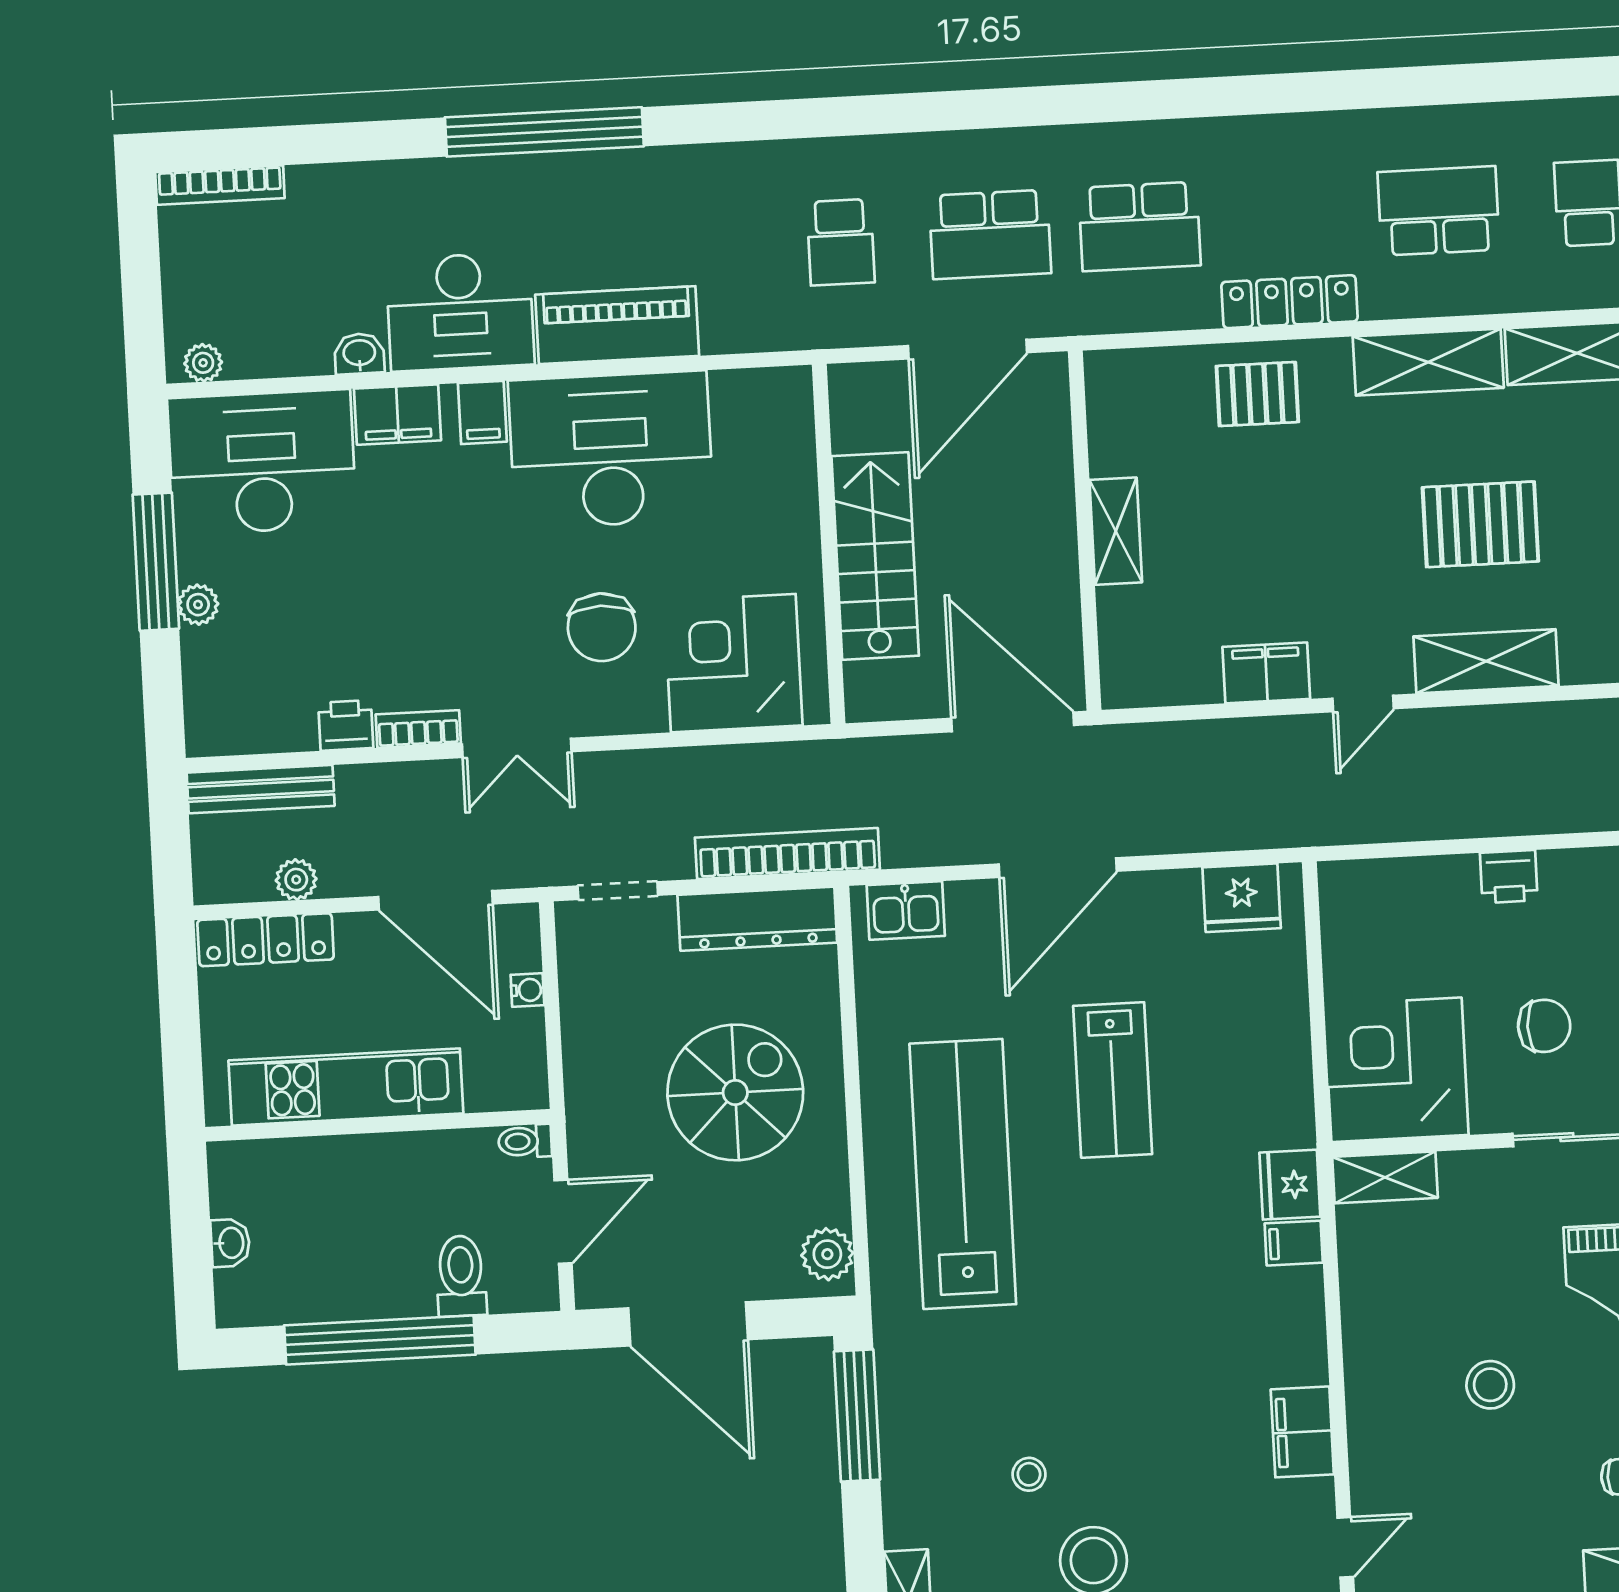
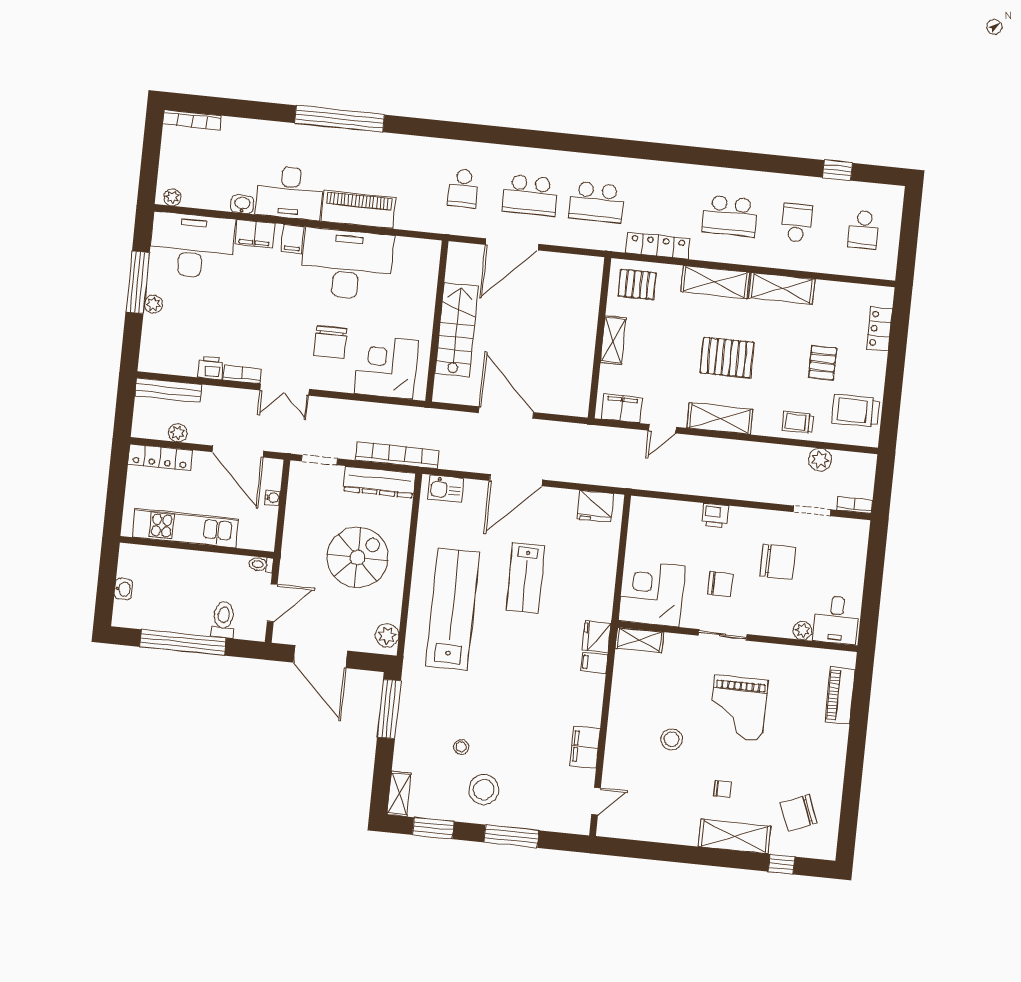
school desk: (1439, 211) -> (730, 216), turned 180
wall: (1085, 531) -> (600, 338), moved
shelving: (1116, 531) -> (613, 340), moved

